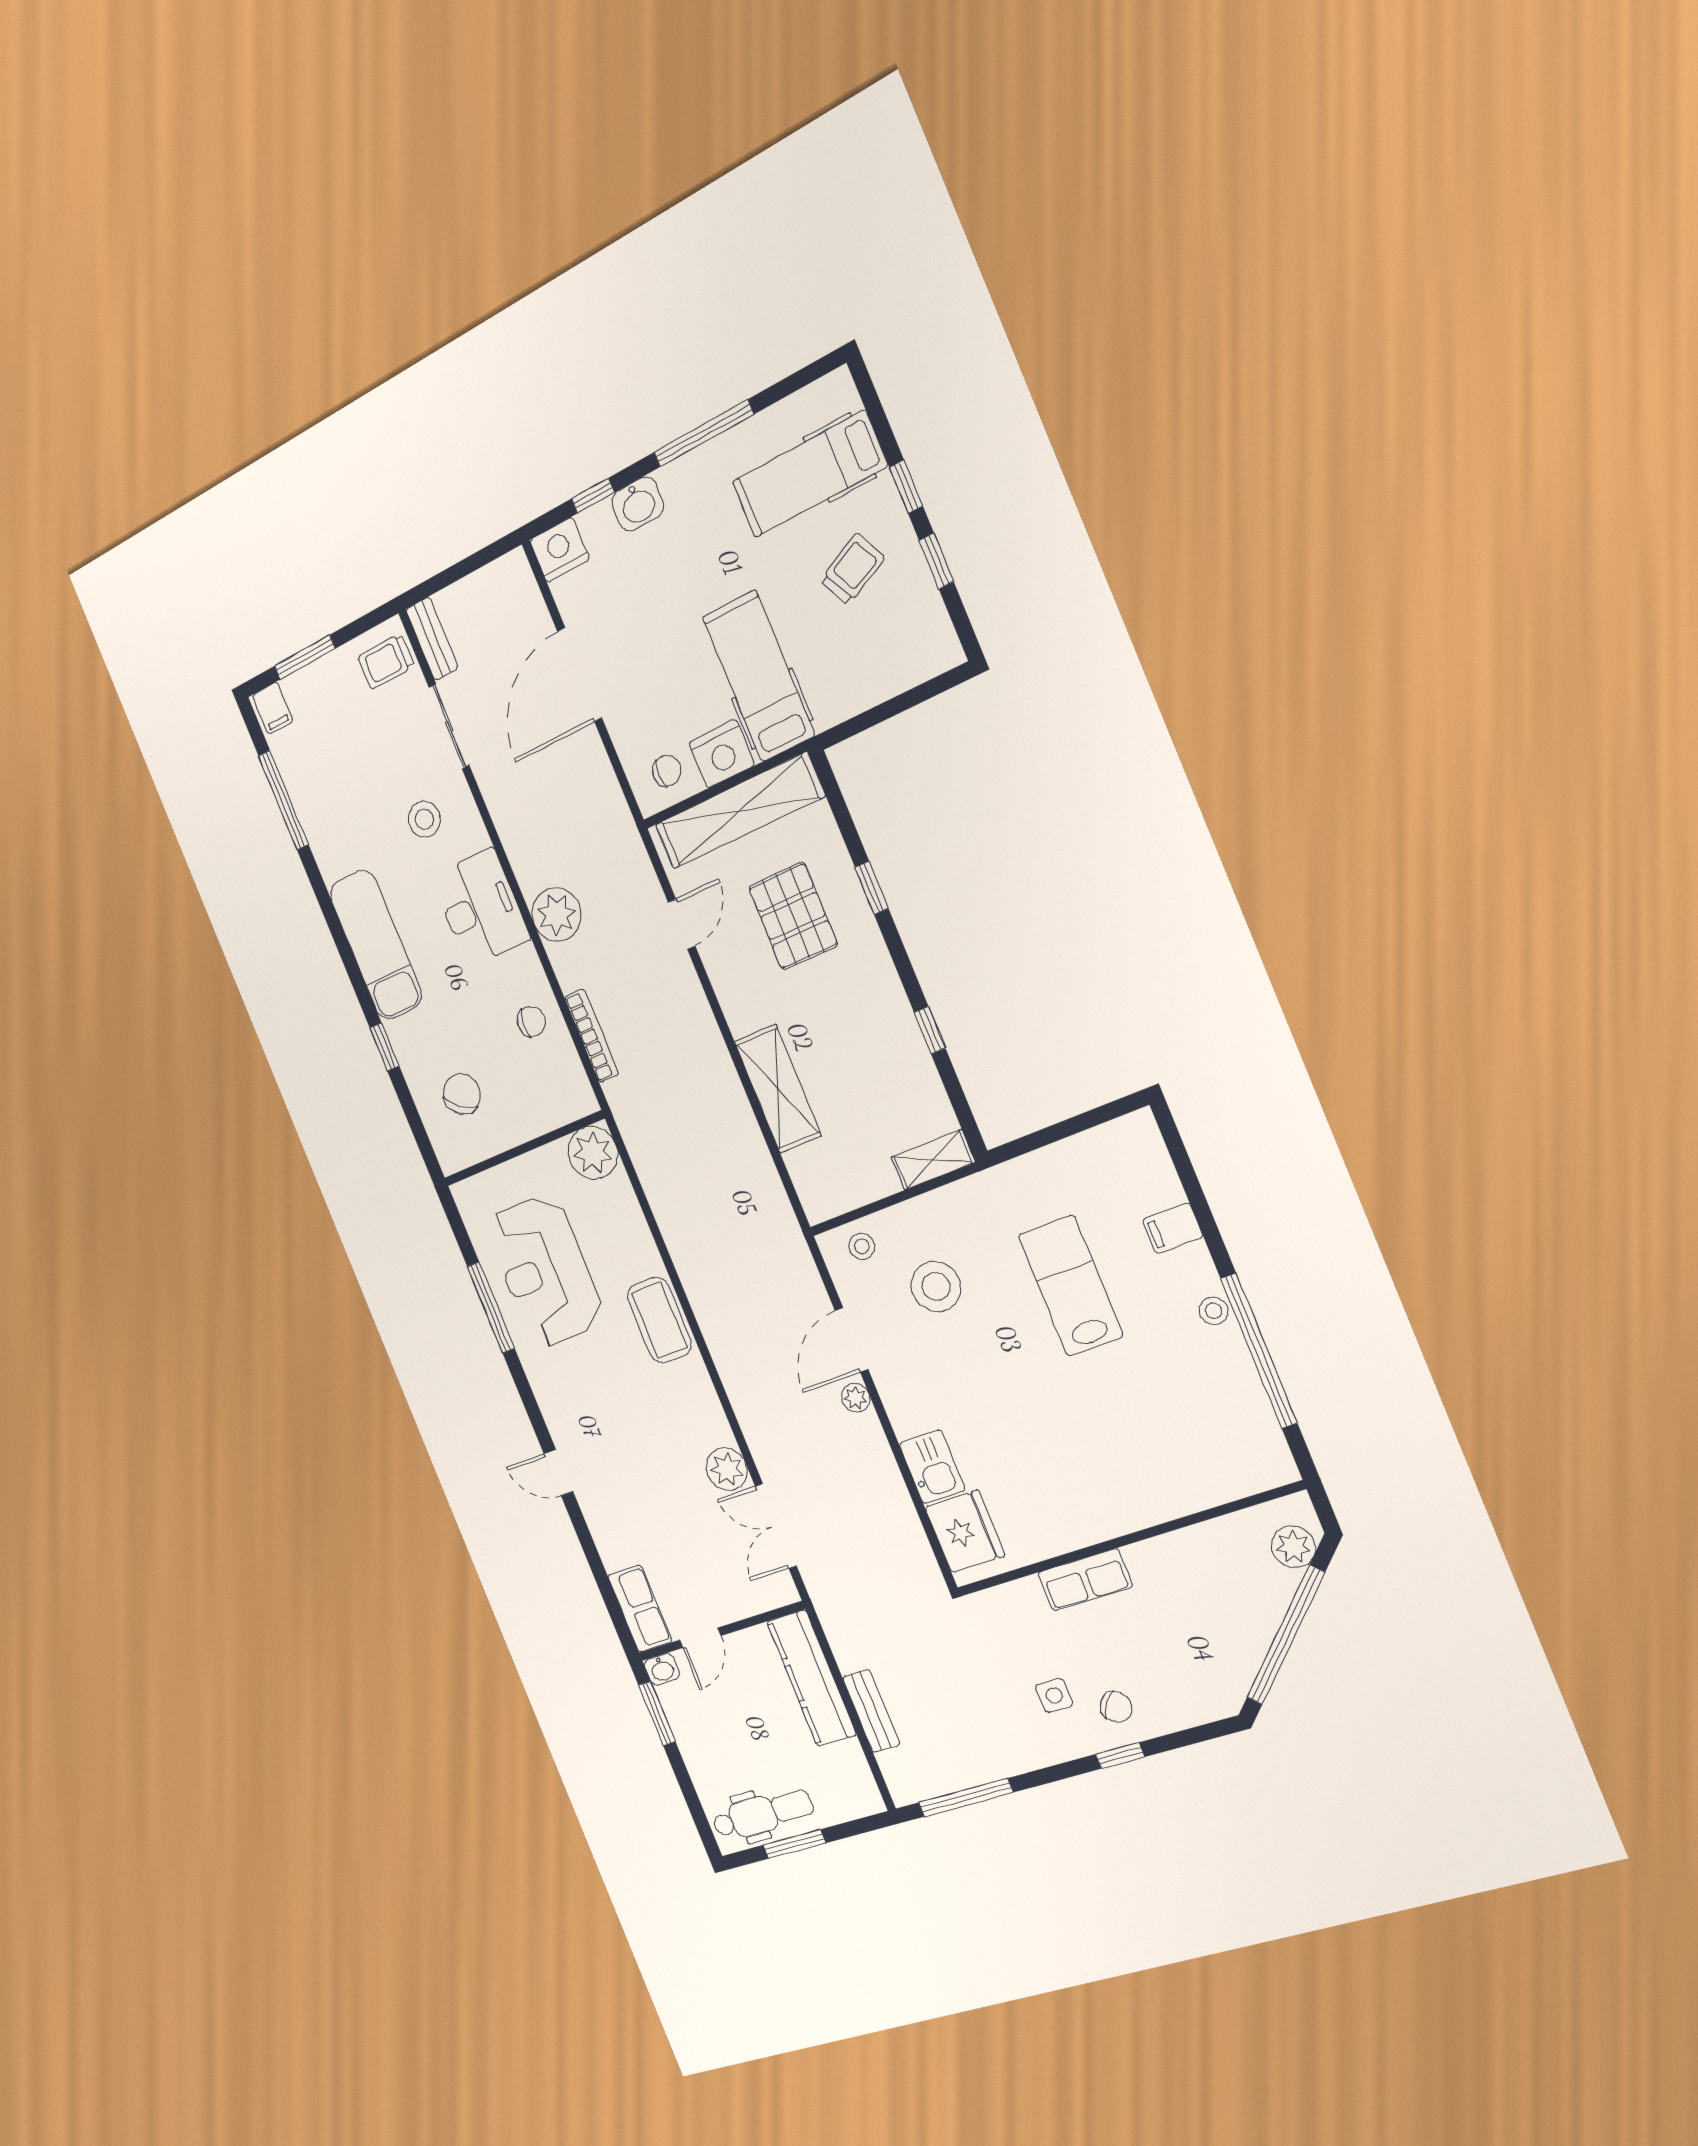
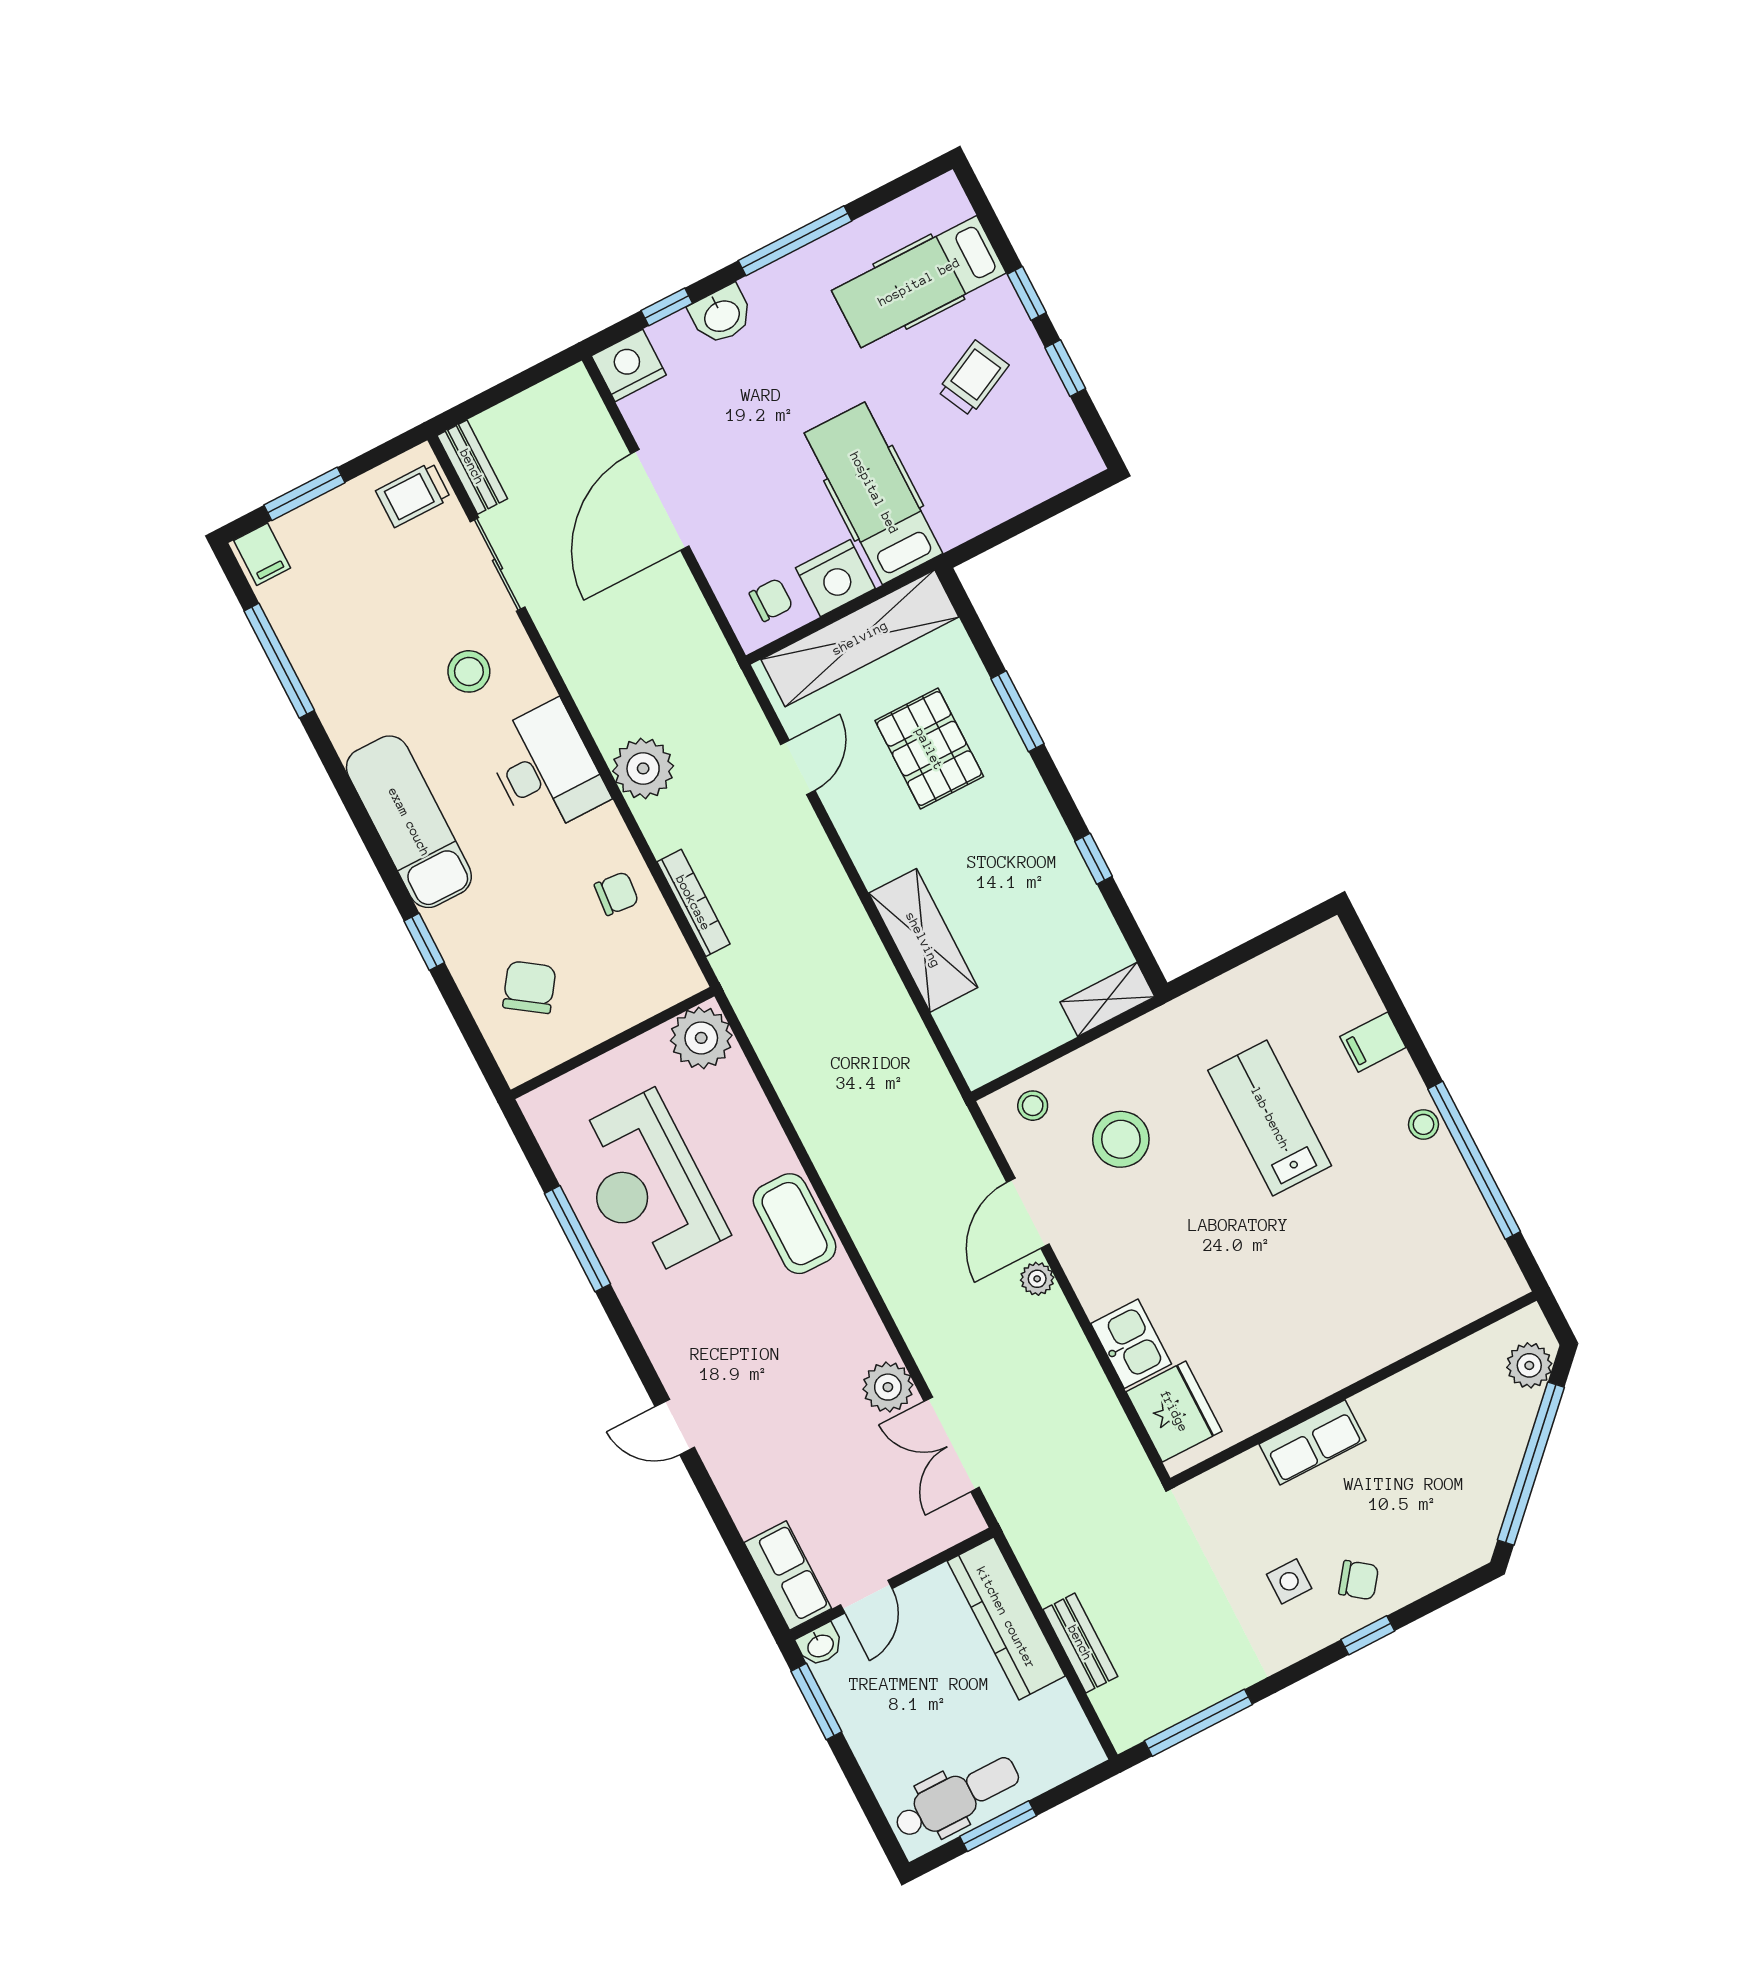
window: (872, 888) -> (1017, 711), width x1.50

